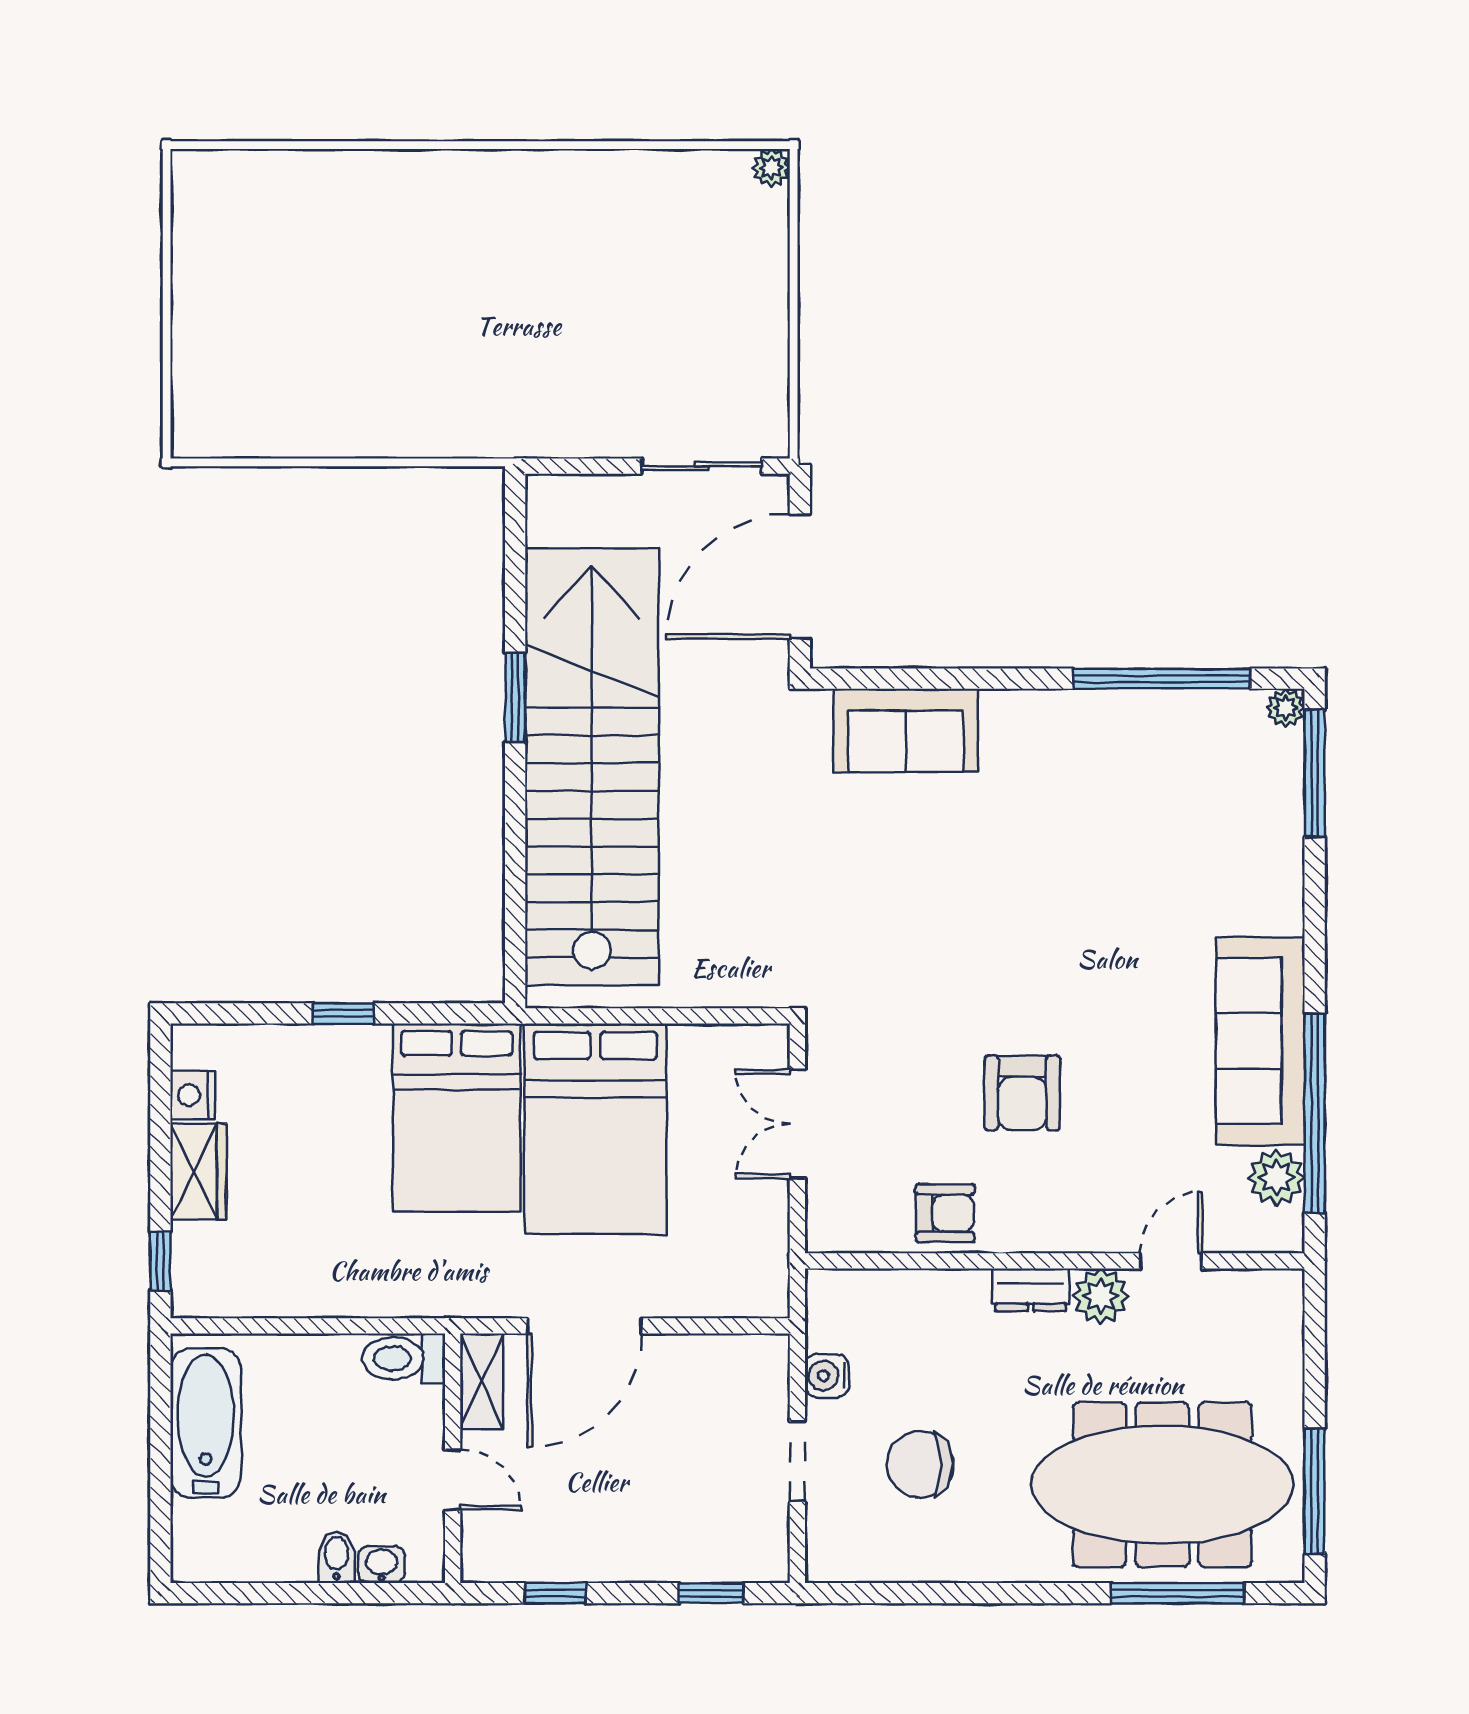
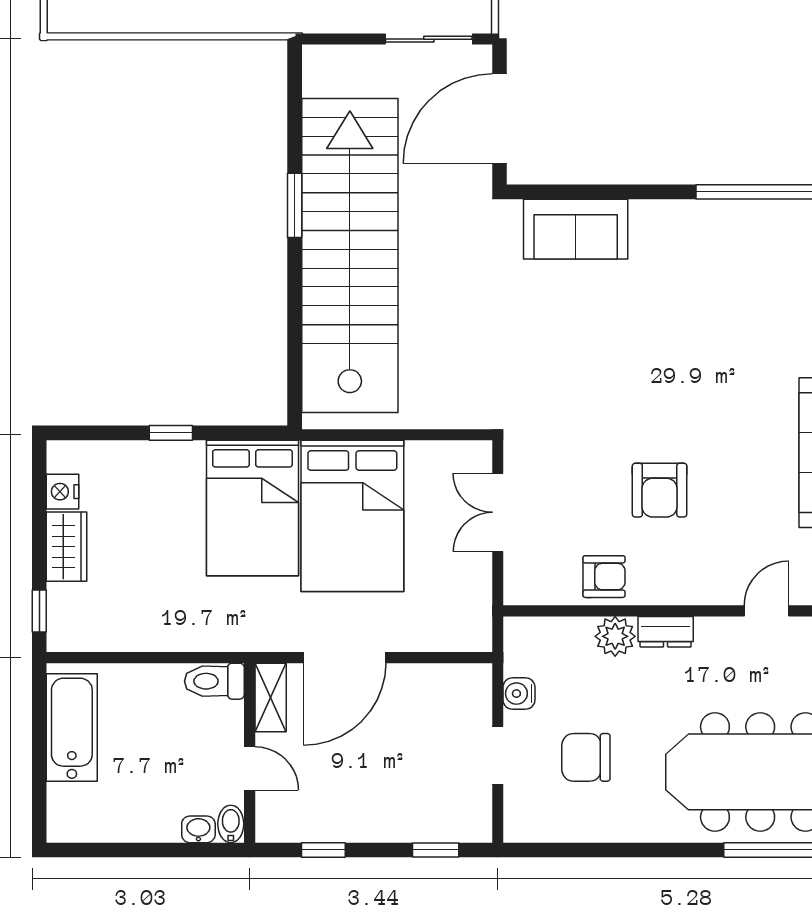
plant: (1101, 1296) -> (615, 636), moved
bidet: (337, 1557) -> (231, 824), moved

